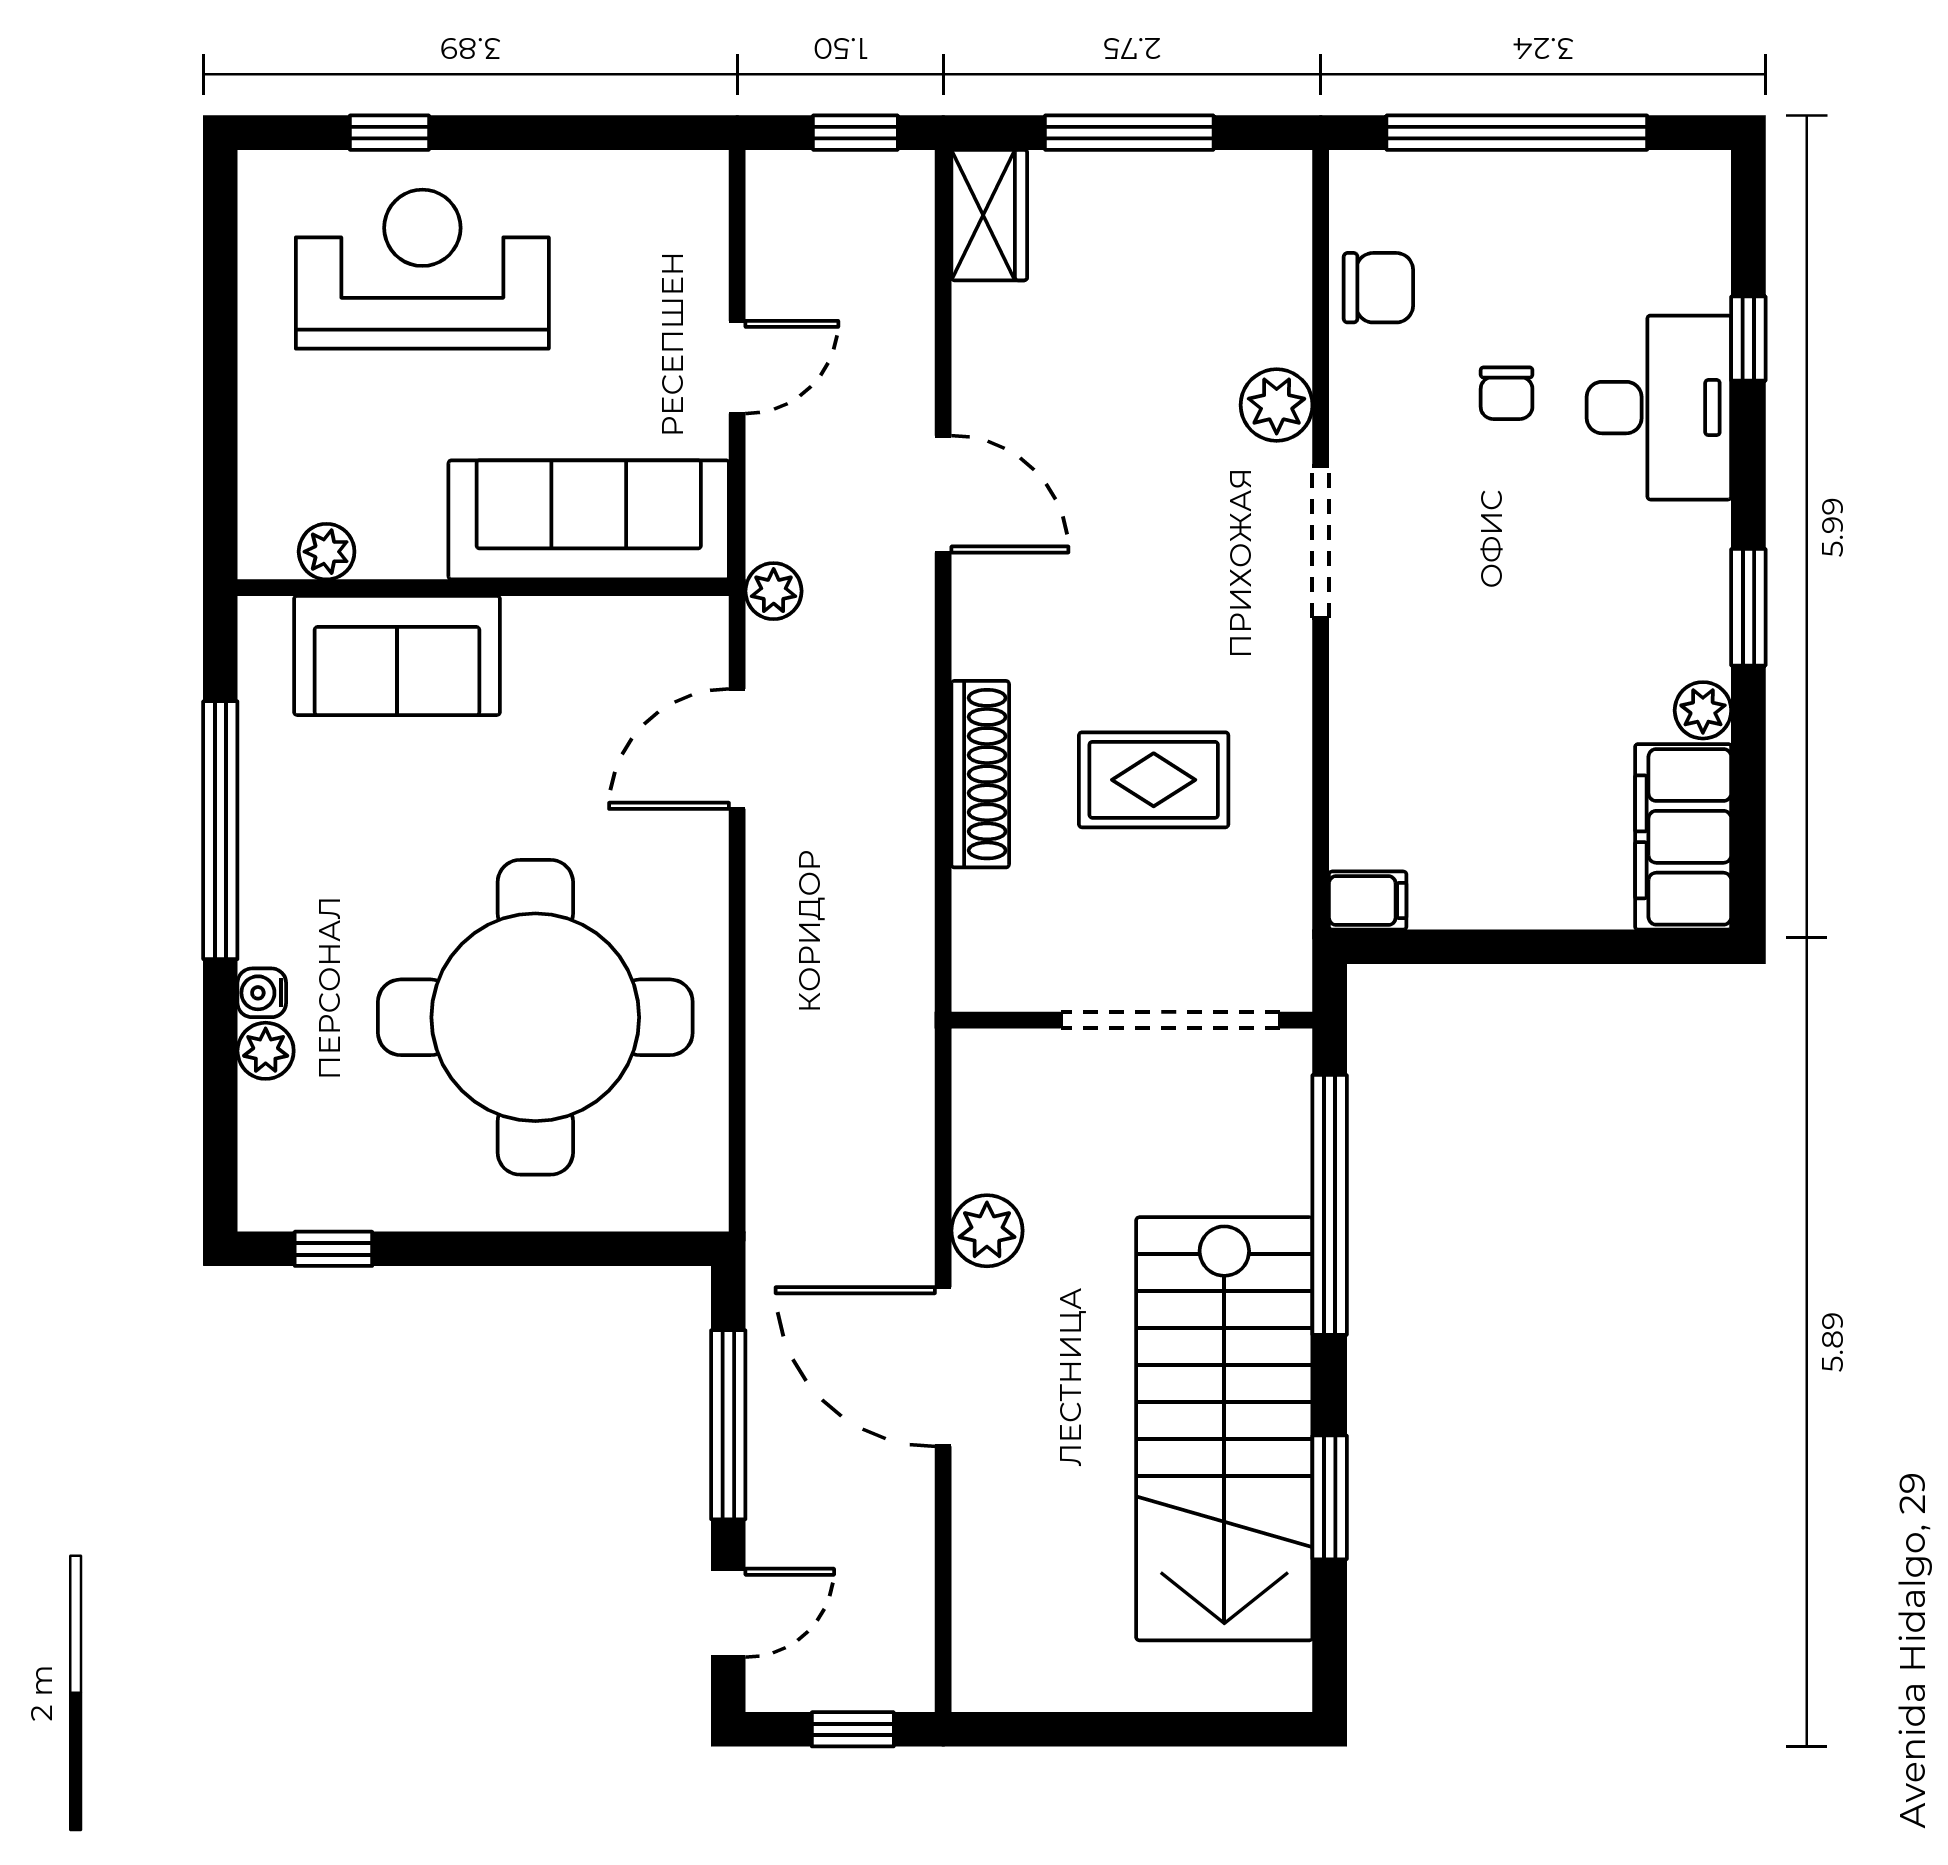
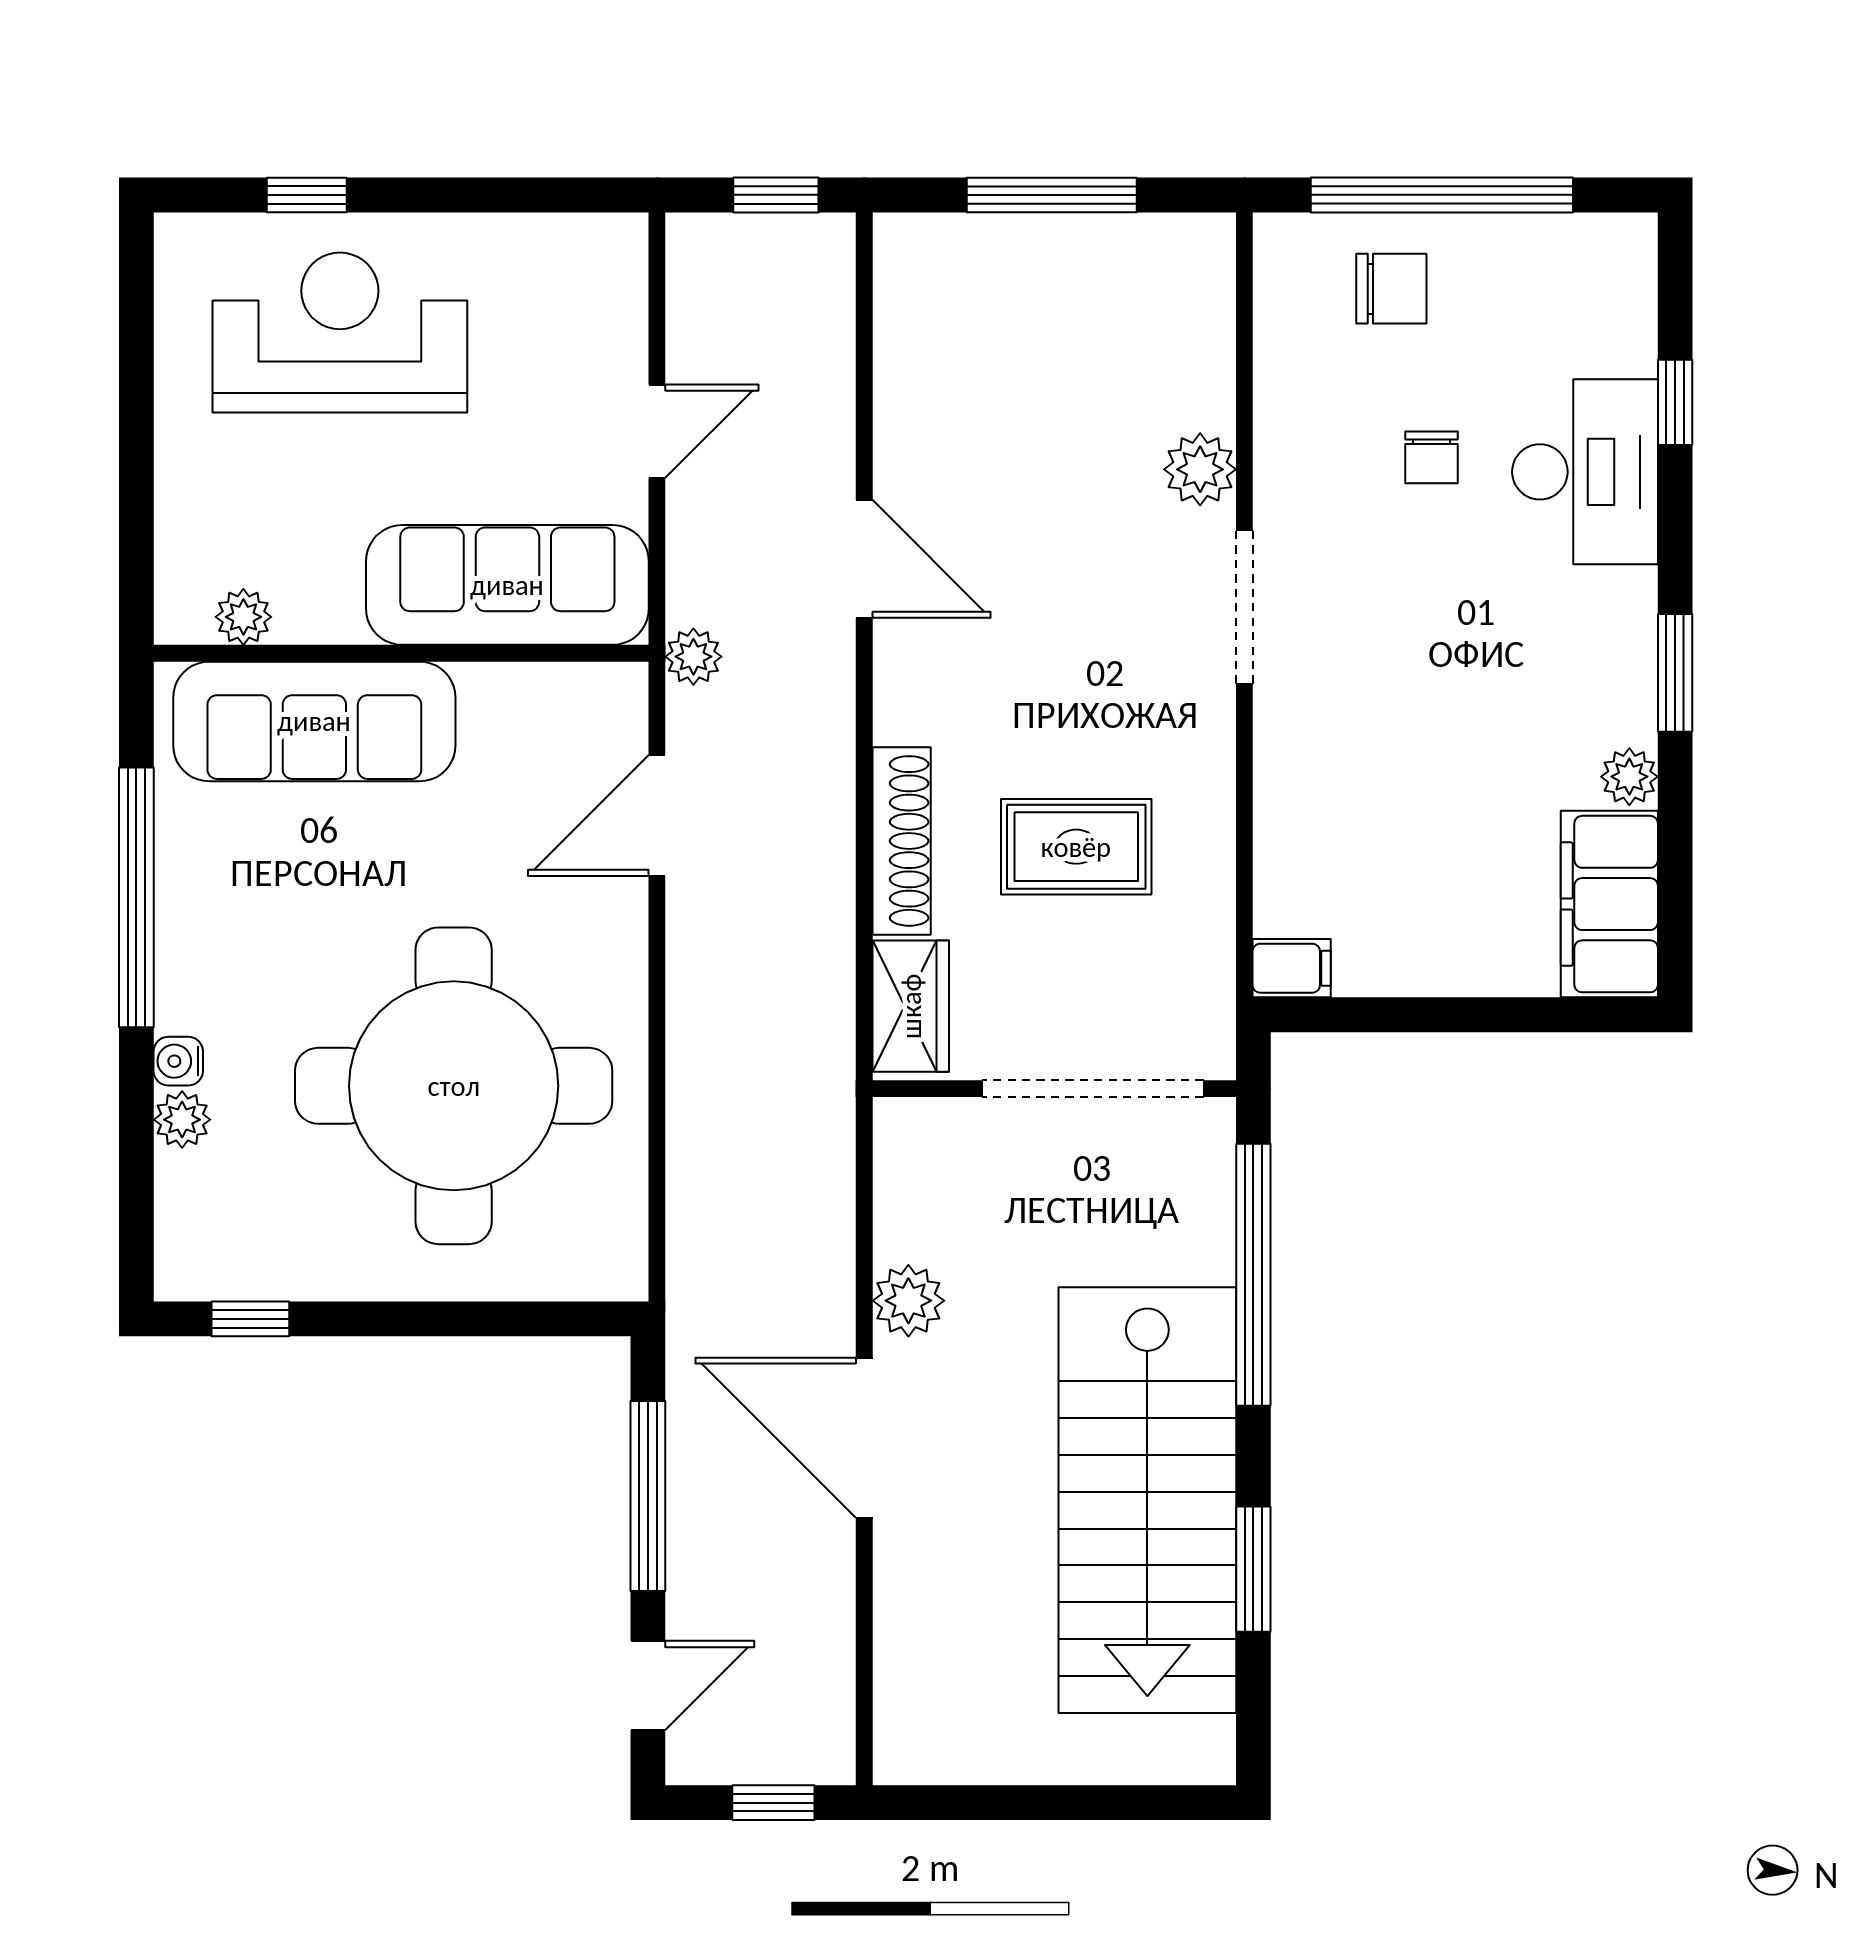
wardrobe: (989, 215) -> (911, 1006), moved
chair: (1378, 288) -> (1391, 289), moved
sofa: (397, 655) -> (314, 721), width x1.36

